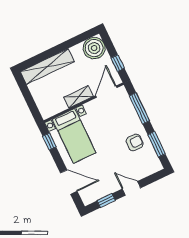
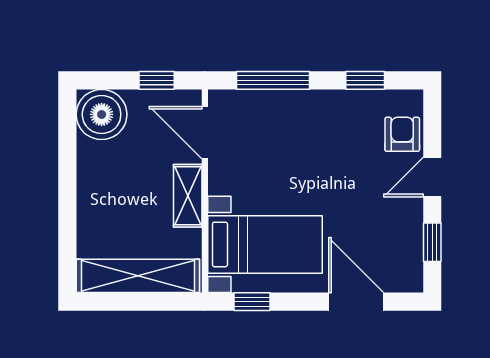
shelving: (47, 67) -> (138, 276), moved, turned 90
armchair: (135, 142) -> (402, 134), moved
window: (157, 144) -> (365, 80), width x0.67
door: (69, 182) -> (356, 302), hinge flipped

